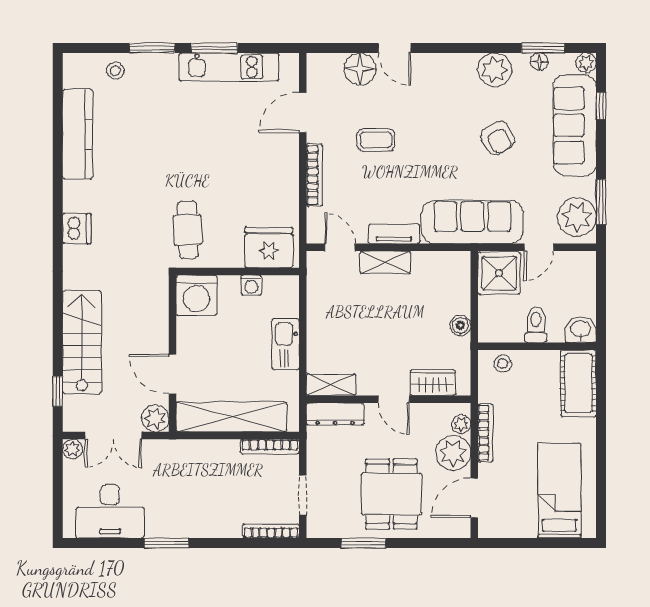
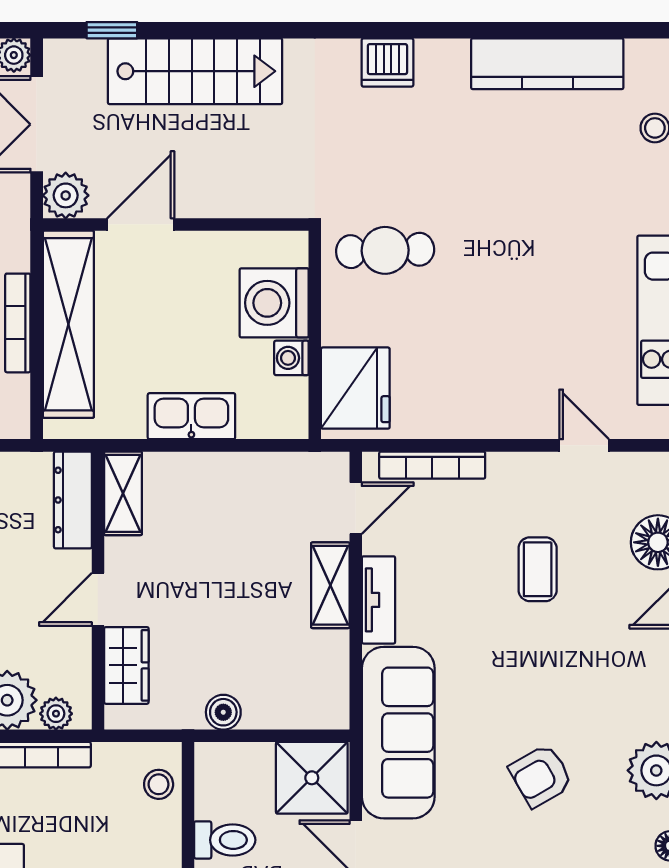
door: (303, 112) -> (584, 445), width x0.73
bookcase: (314, 175) -> (432, 465), moved
washing machine: (196, 295) -> (274, 303), moved
bookcase: (270, 447) -> (18, 323), moved

